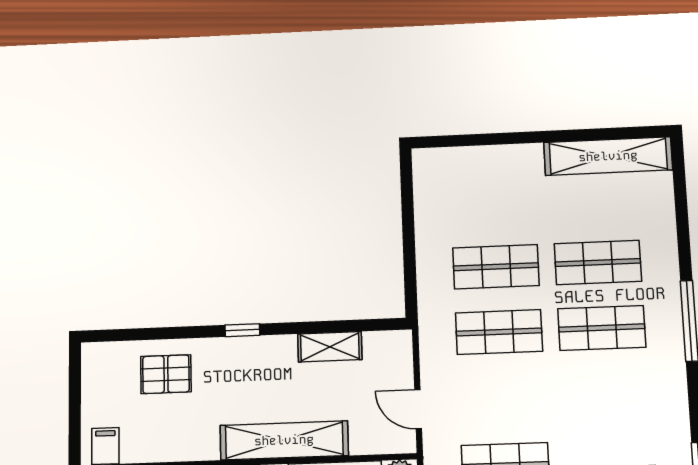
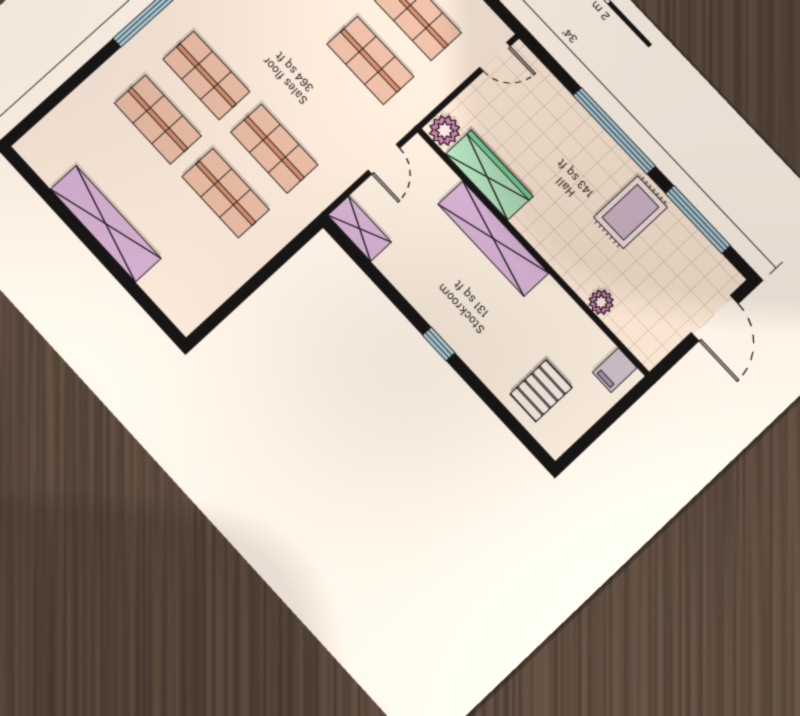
shelving: (608, 156) -> (106, 224), moved
shelving: (330, 347) -> (359, 229), moved
pallet: (166, 374) -> (541, 391), moved, turned 90

